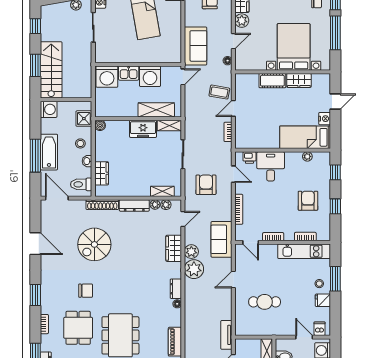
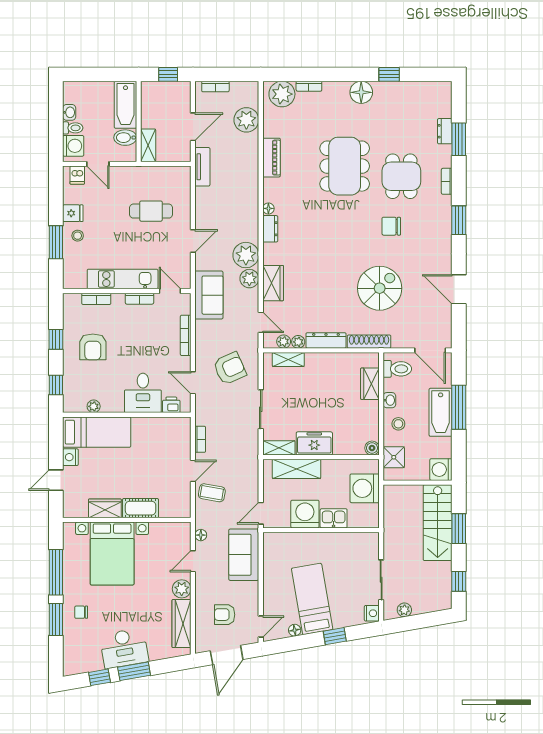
washing machine: (107, 77) -> (365, 488), moved, turned -90
armchair: (206, 185) -> (230, 368), turned -114
door: (183, 219) -> (261, 322), swing flipped
kitchen unit: (304, 251) -> (123, 279), moved

